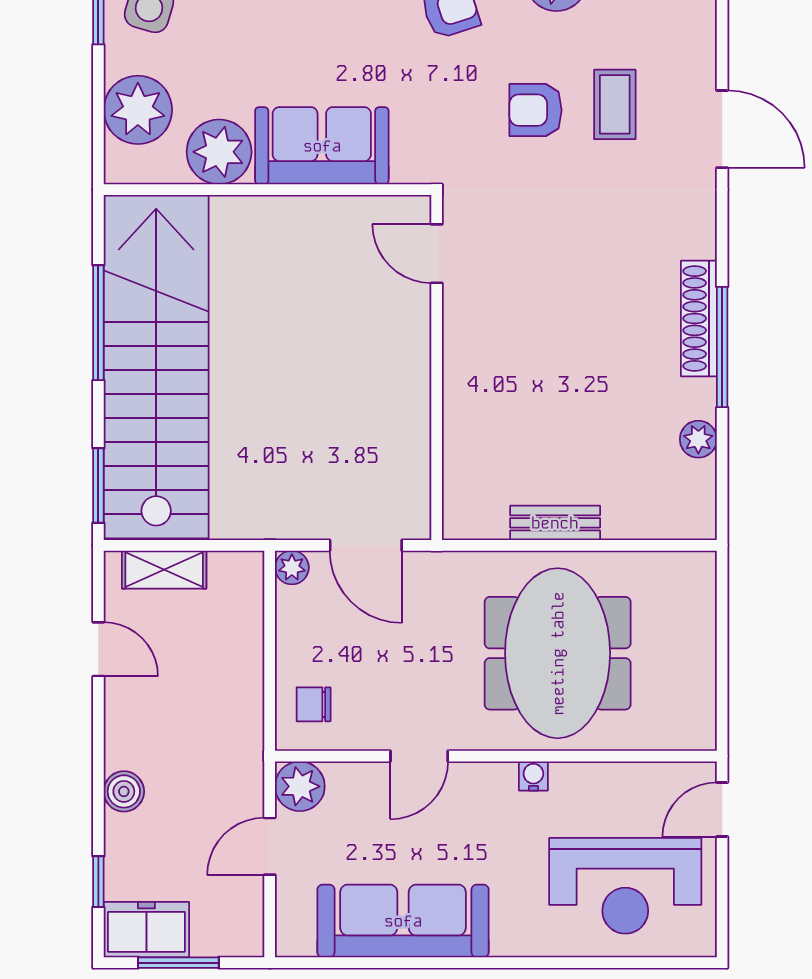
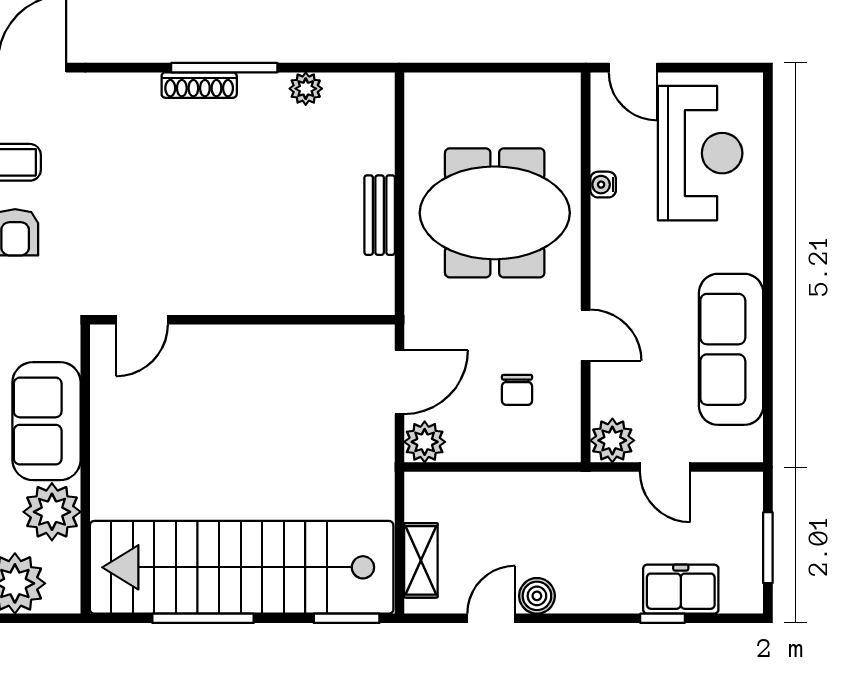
shoe rack: (699, 318) -> (199, 85), width x0.74, depth x0.81
plant: (292, 568) -> (425, 442), width x1.38, depth x1.38
chair: (314, 704) -> (517, 390), moved
water cooler: (533, 776) -> (603, 185), moved
boiler: (124, 791) -> (537, 596), moved
window: (98, 882) -> (663, 618), moved
freezer: (146, 930) -> (681, 589), moved, turned 90

